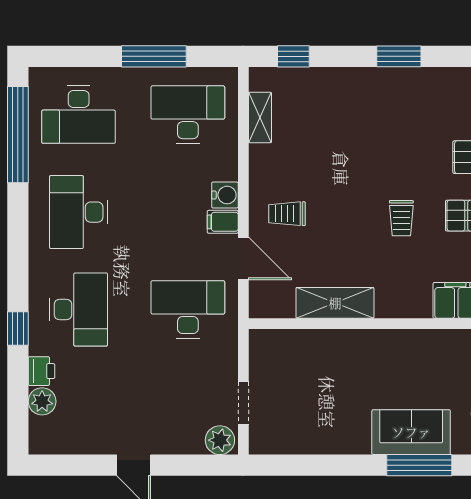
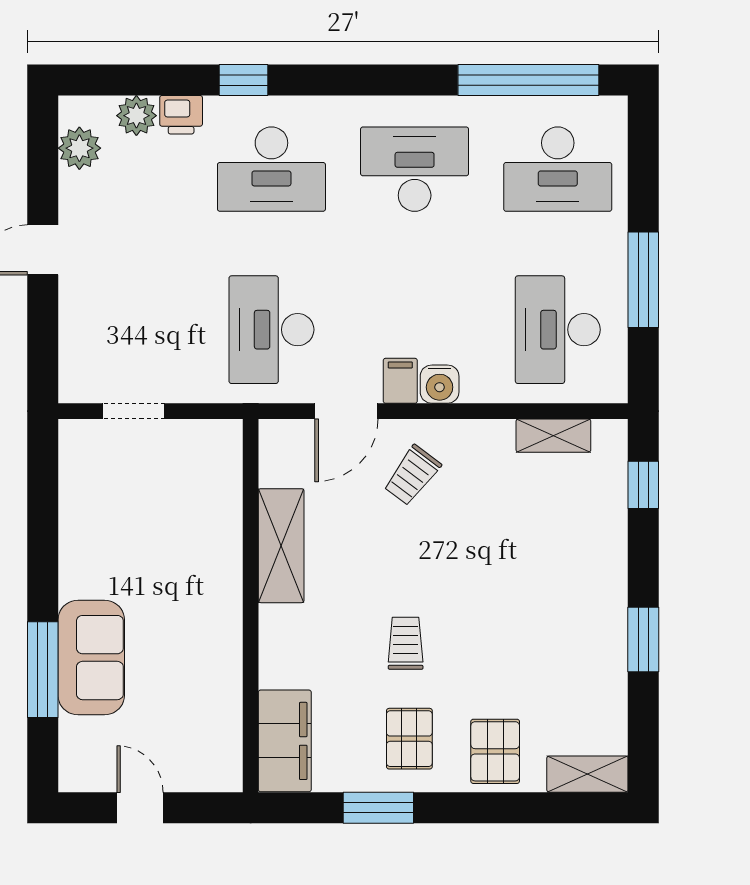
desk: (79, 115) -> (558, 169), turned -90
desk: (188, 115) -> (558, 330), turned 180
trolley: (287, 214) -> (412, 475), turned -143
trolley: (401, 218) -> (406, 643), turned 90
desk: (188, 309) -> (271, 330), turned 180
plant: (220, 440) -> (79, 148), moved

